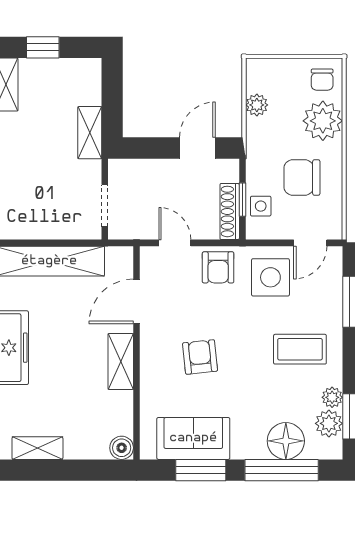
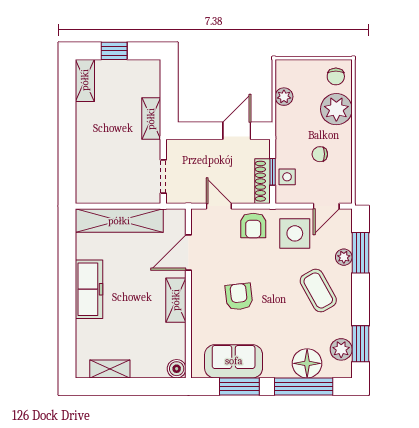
chair: (302, 178) -> (320, 154), width x0.54, depth x0.54
coffee table: (300, 349) -> (318, 290), turned 61
plant: (332, 397) -> (344, 257), moved

